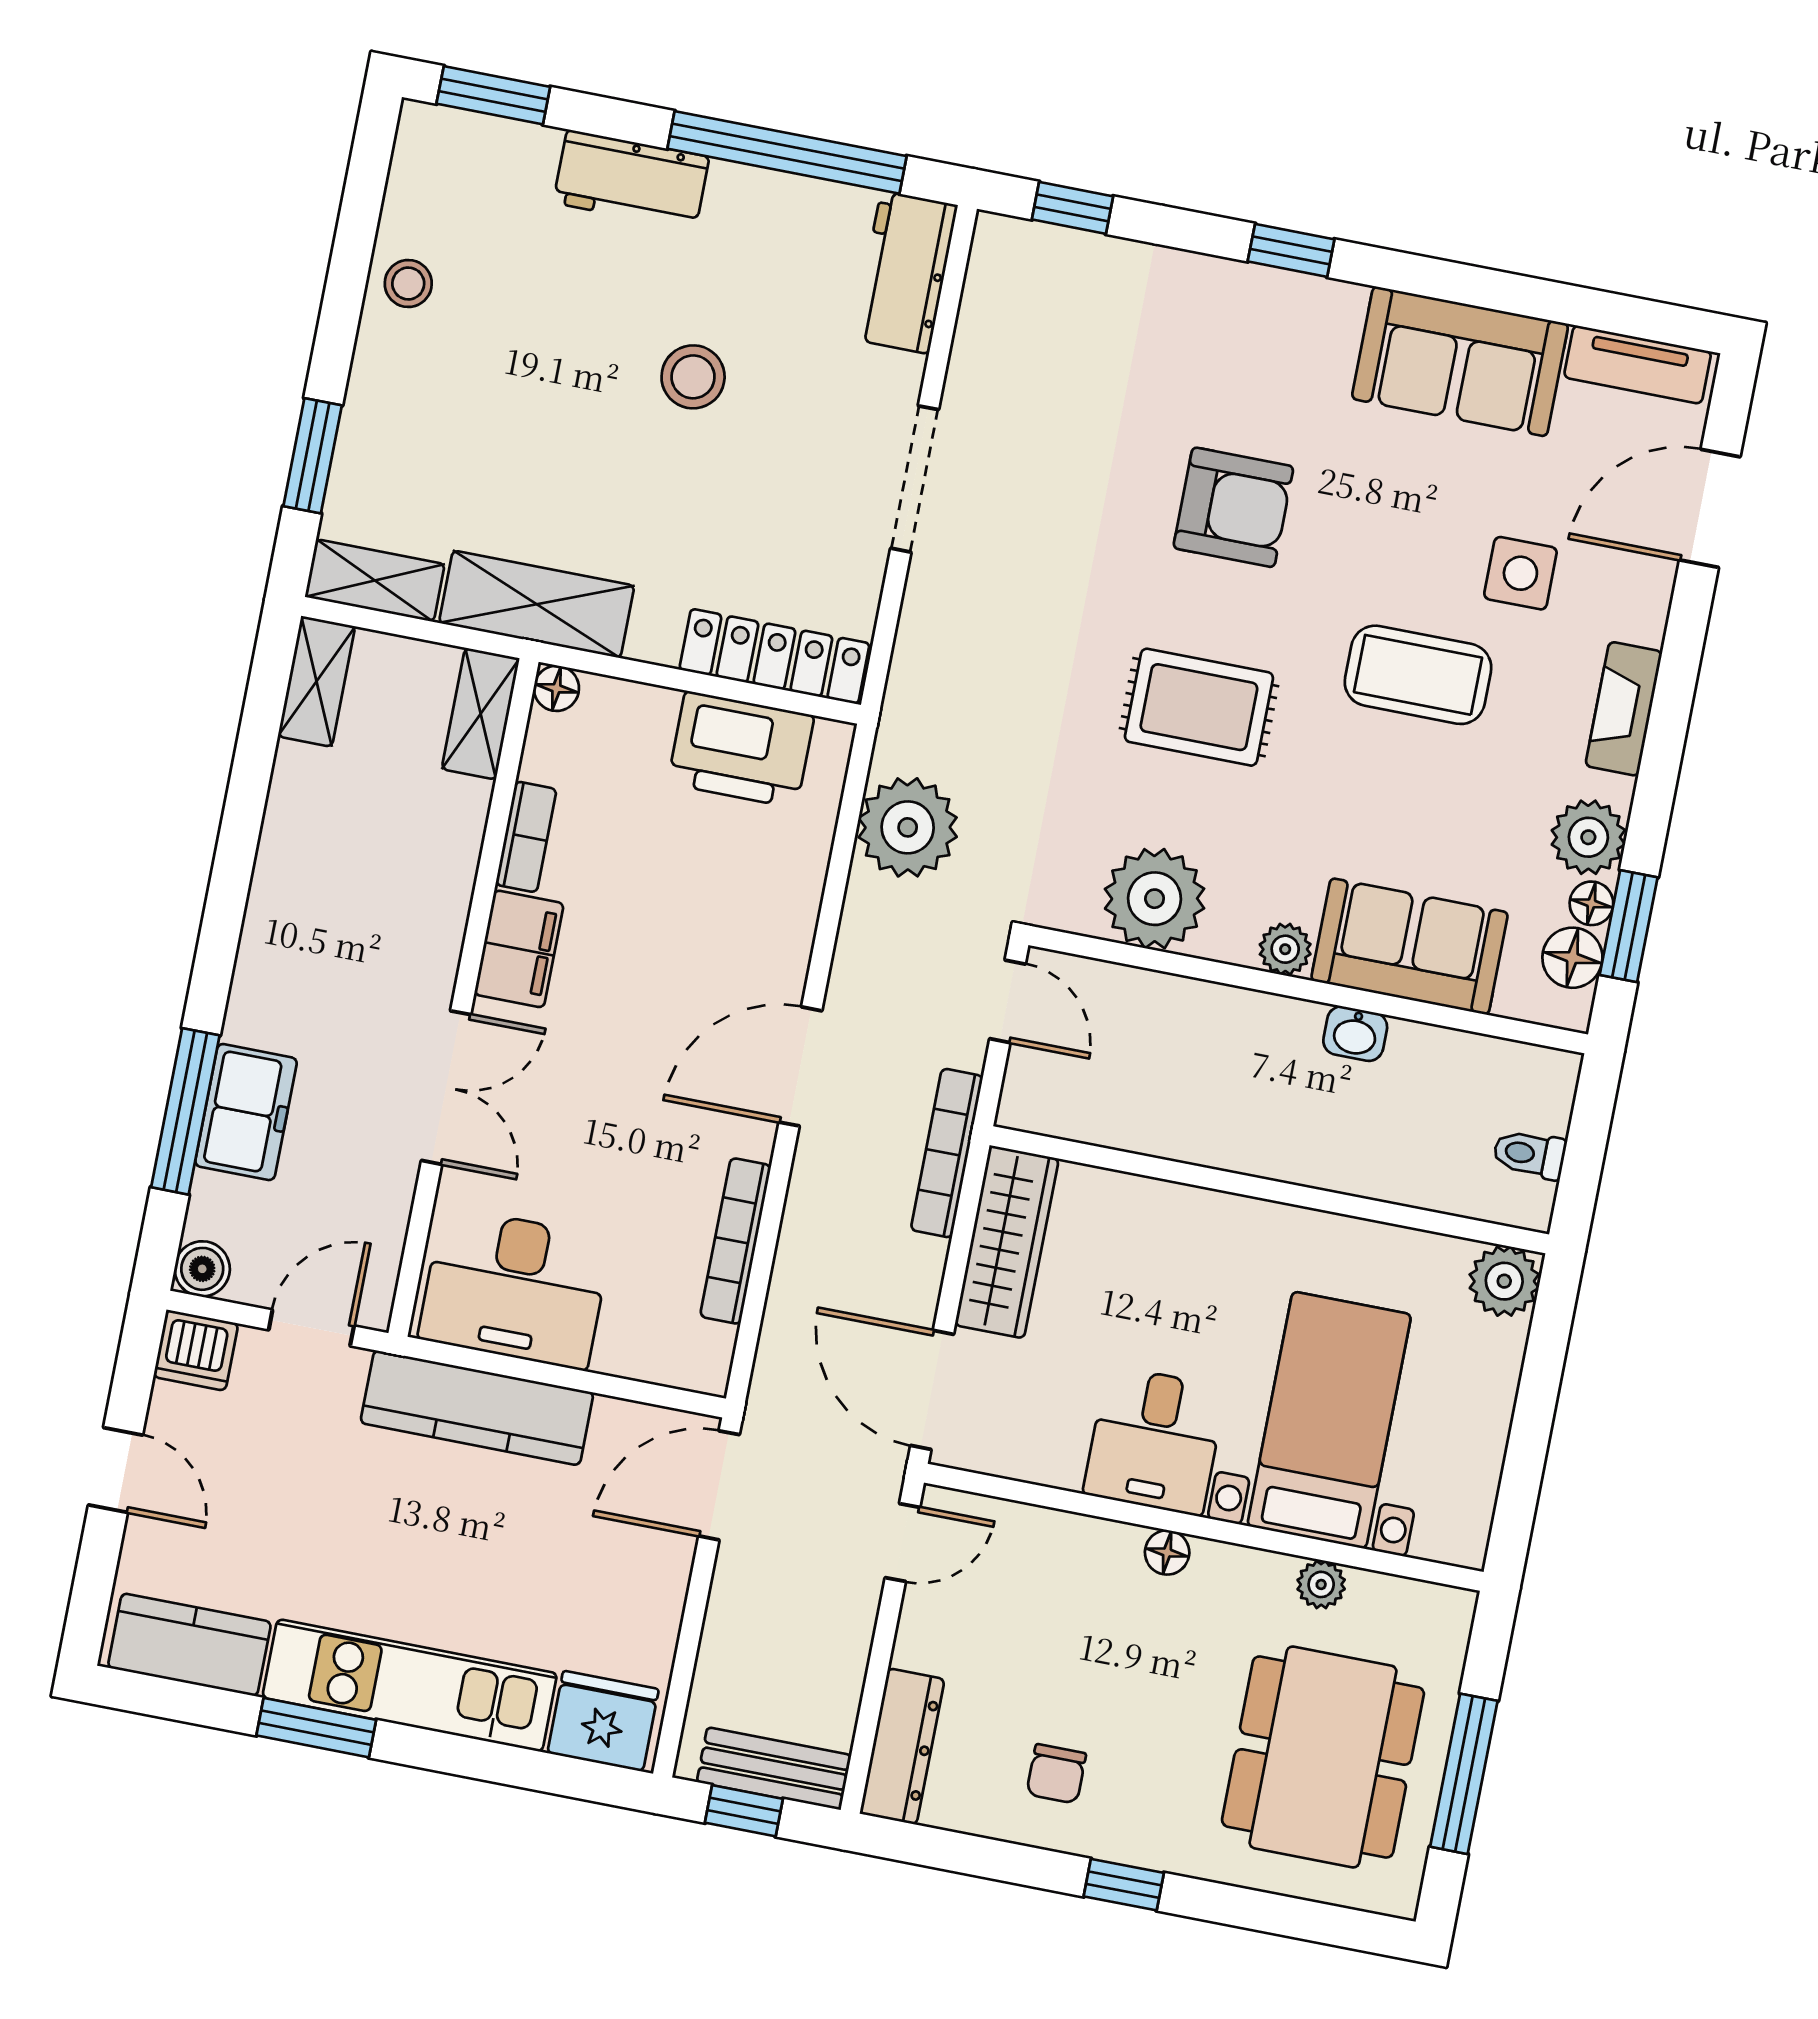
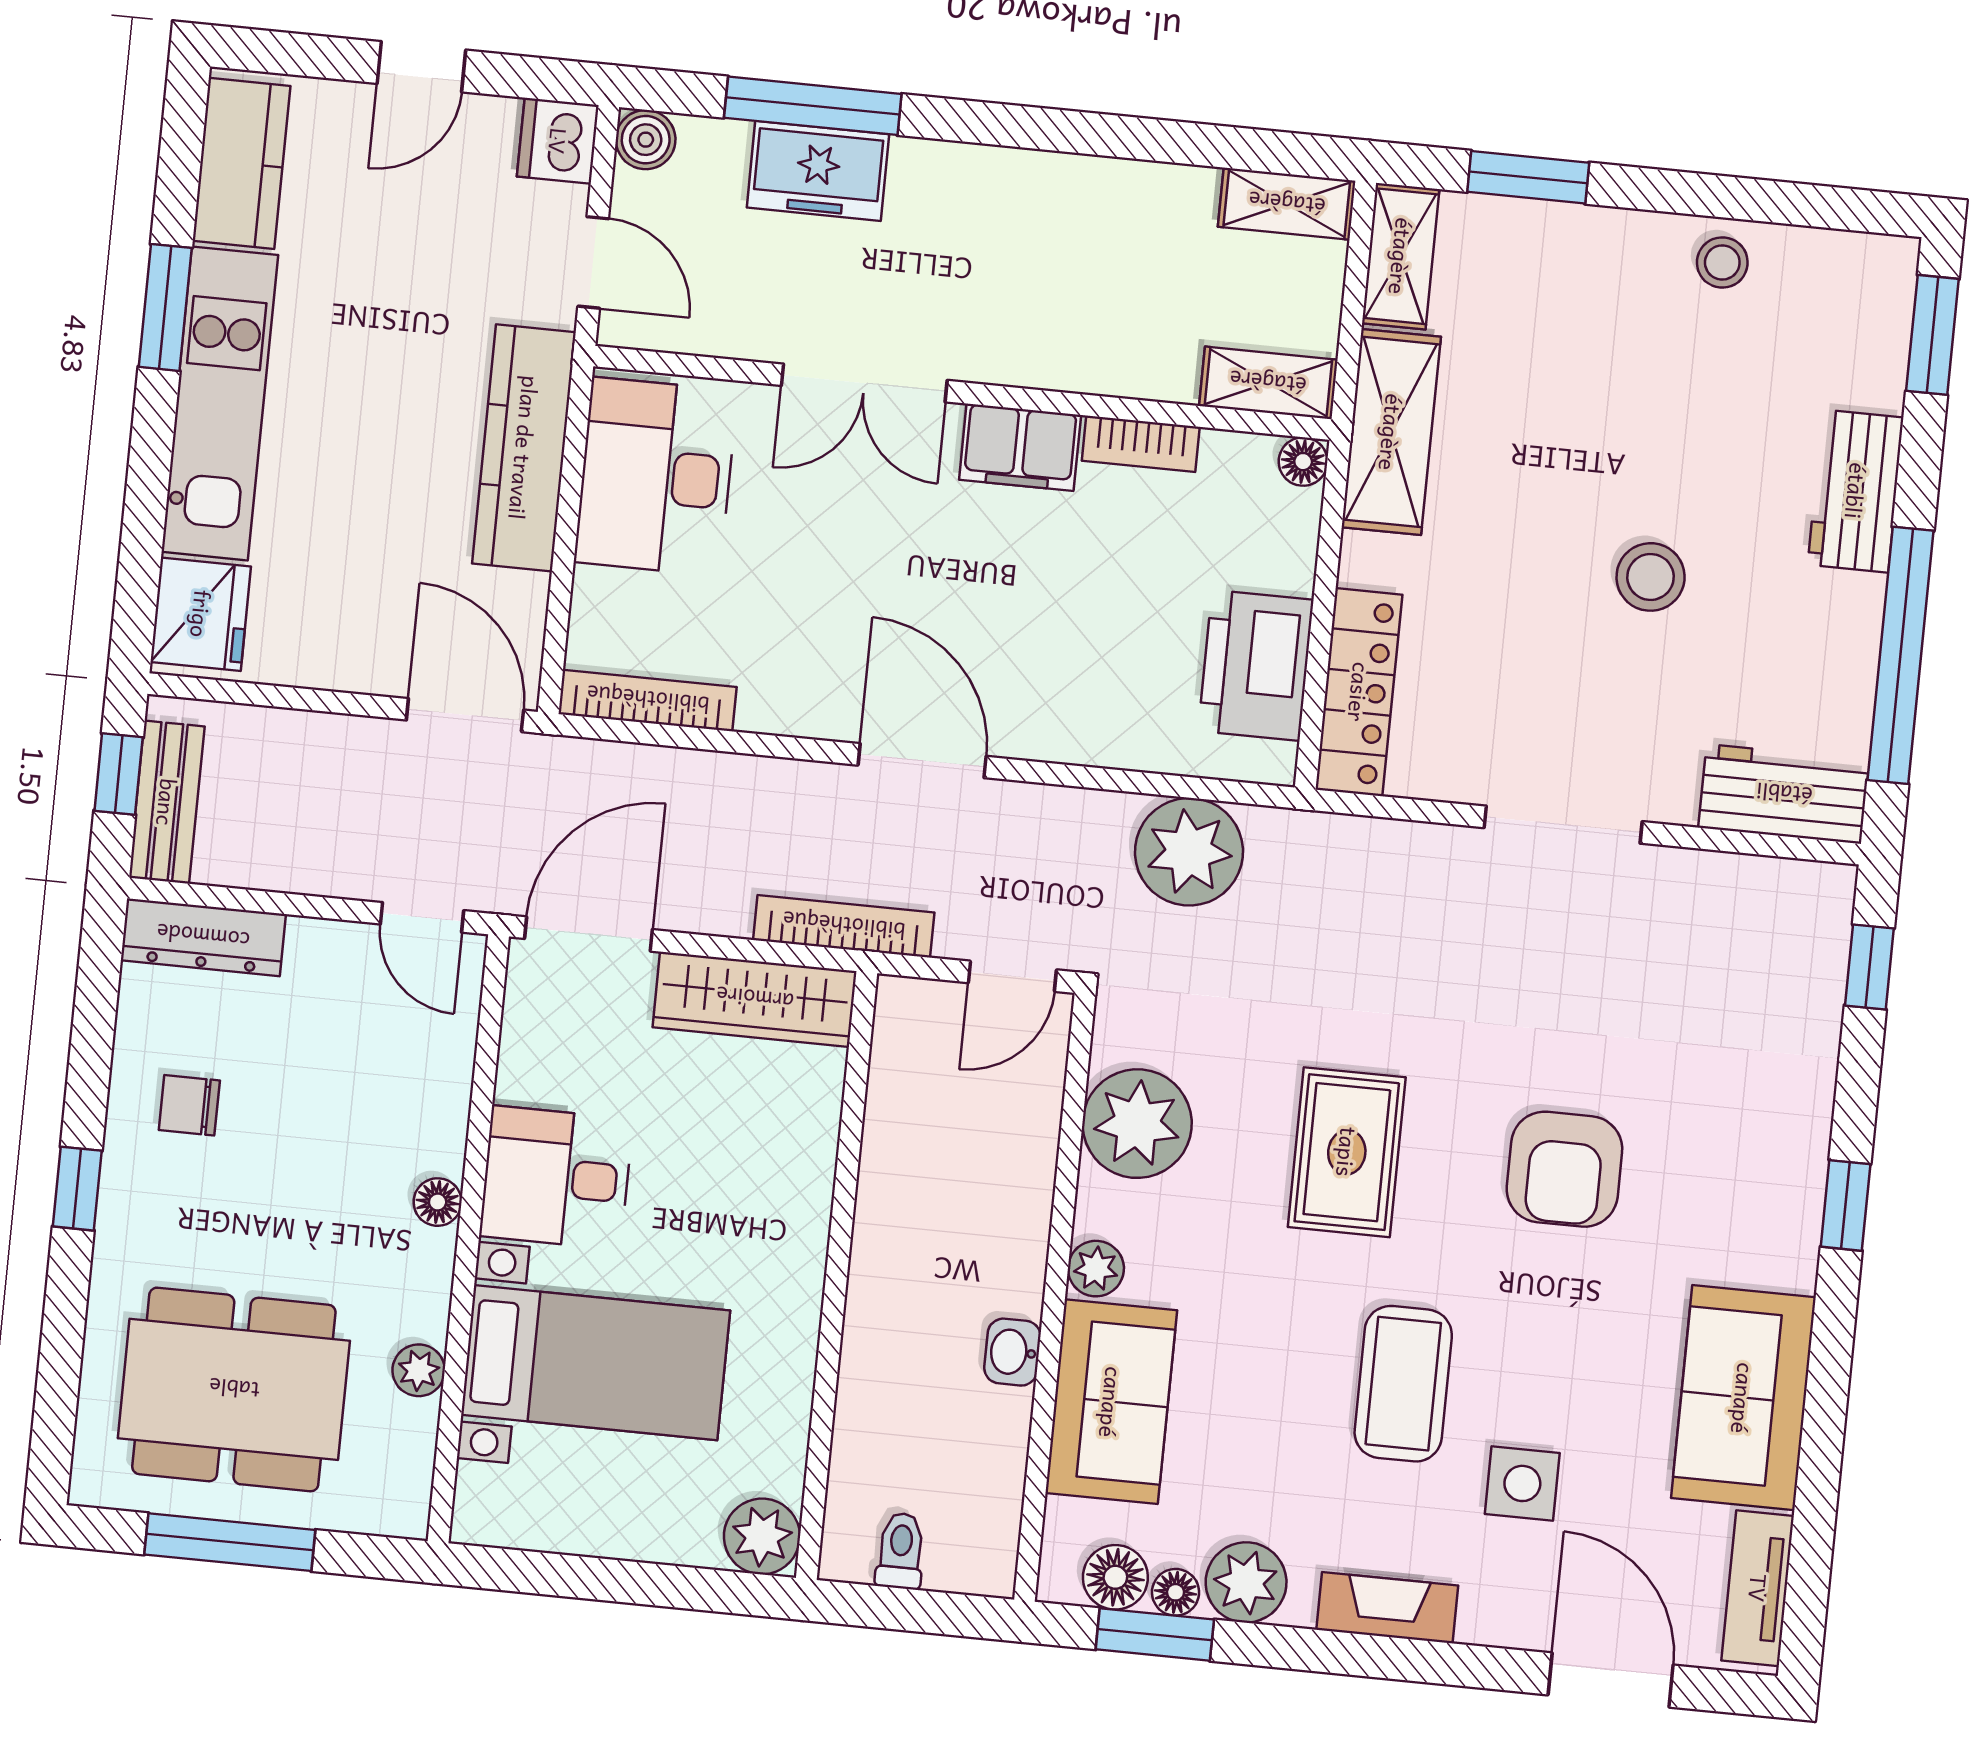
bookcase: (736, 1241) -> (648, 700), moved

